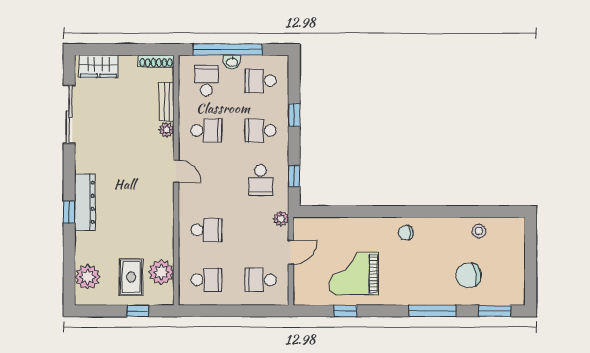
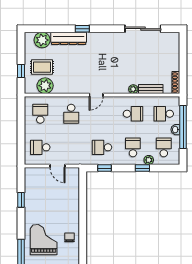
wardrobe: (98, 66) -> (173, 47), removed
school desk: (206, 81) -> (164, 114), turned 180
school desk: (206, 130) -> (133, 114), turned -90
door: (176, 171) -> (96, 95), moved
dresser: (85, 202) -> (69, 38), moved
plant: (281, 219) -> (149, 160), moved
grand piano: (354, 274) -> (44, 240), moved
school desk: (206, 280) -> (40, 114), turned 180
school desk: (261, 280) -> (40, 147), turned -90

